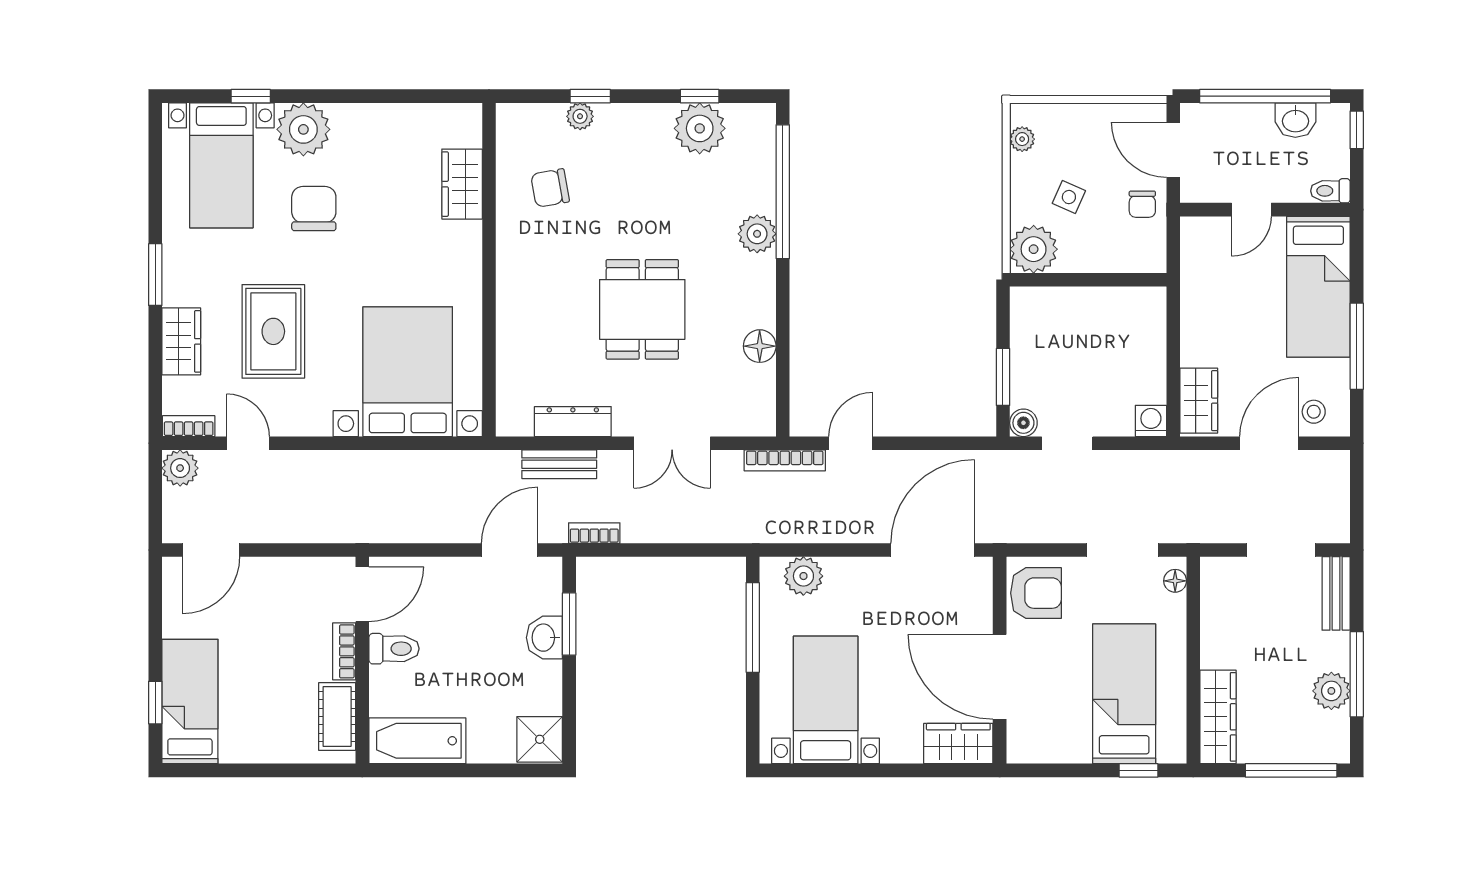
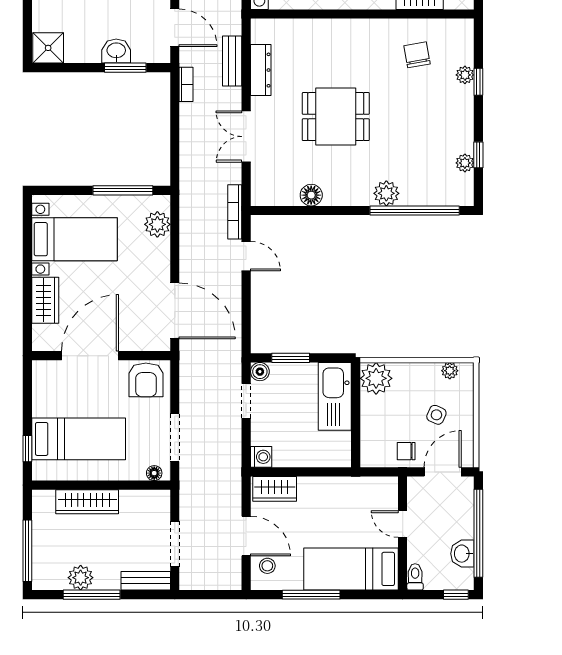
plant: (700, 128) -> (465, 163), width x0.53, depth x0.53
side table: (1069, 197) -> (436, 415), moved
kitchen sink: (1061, 311) -> (335, 396), added
wardrobe: (1218, 717) -> (87, 502), moved
wardrobe: (958, 744) -> (45, 300), moved

